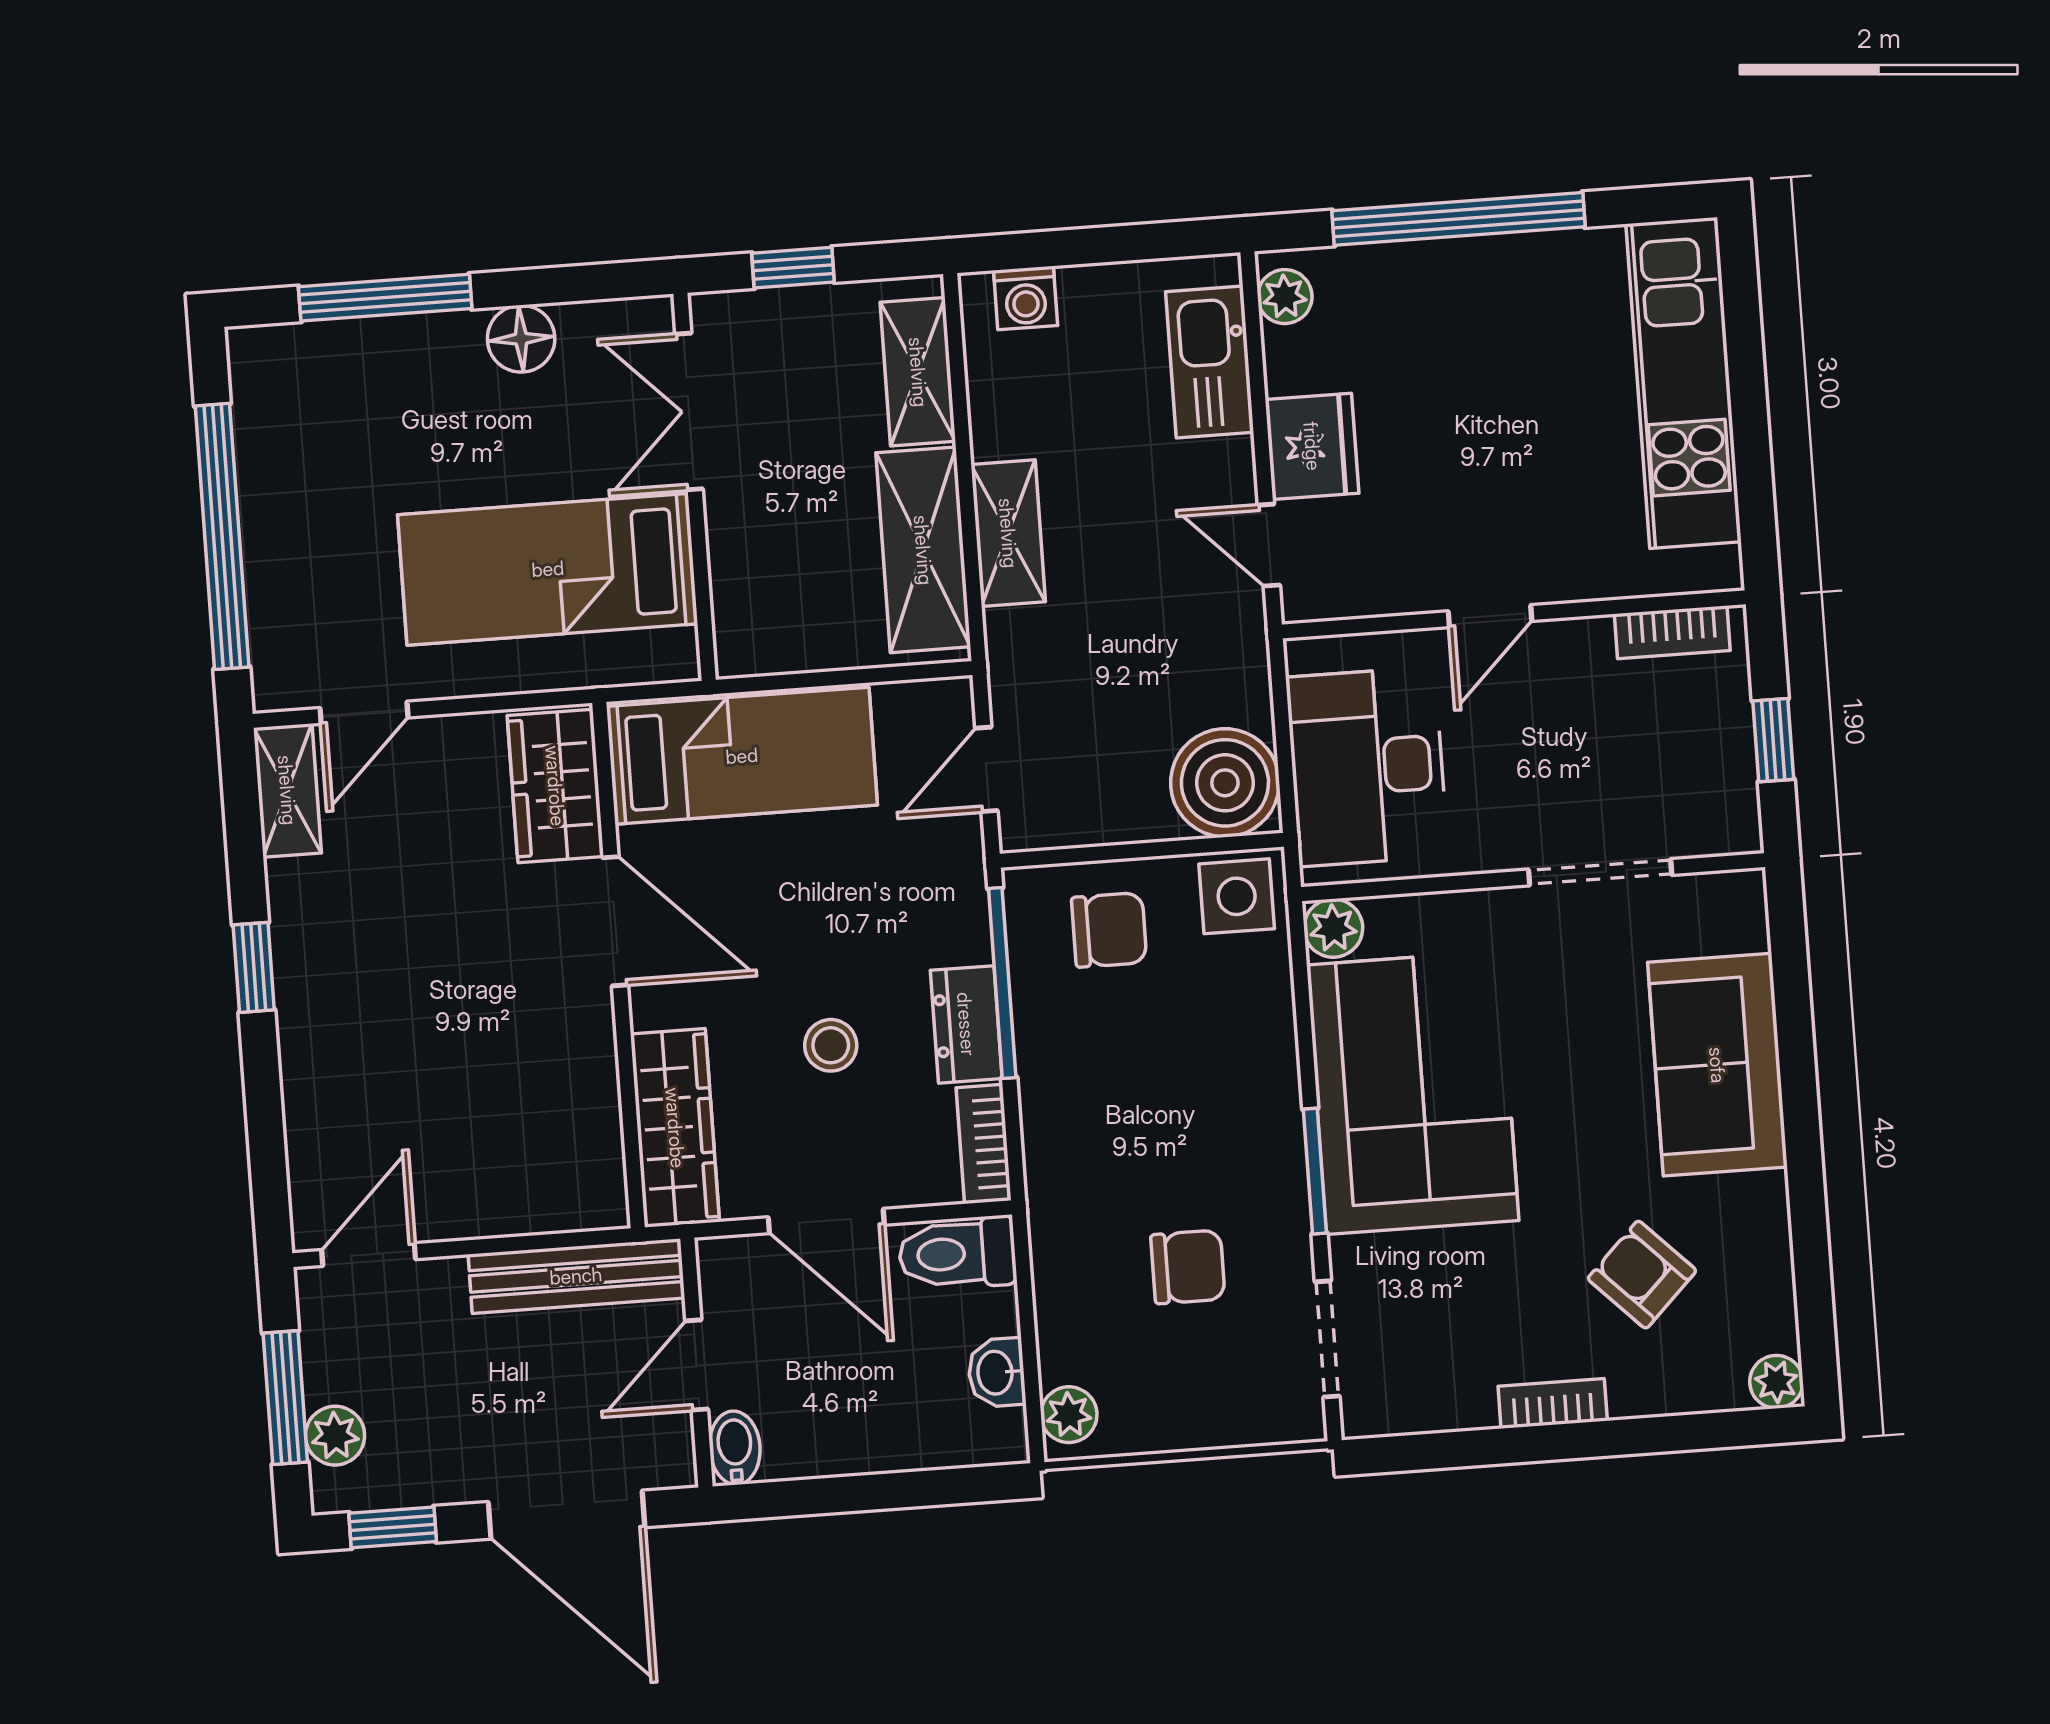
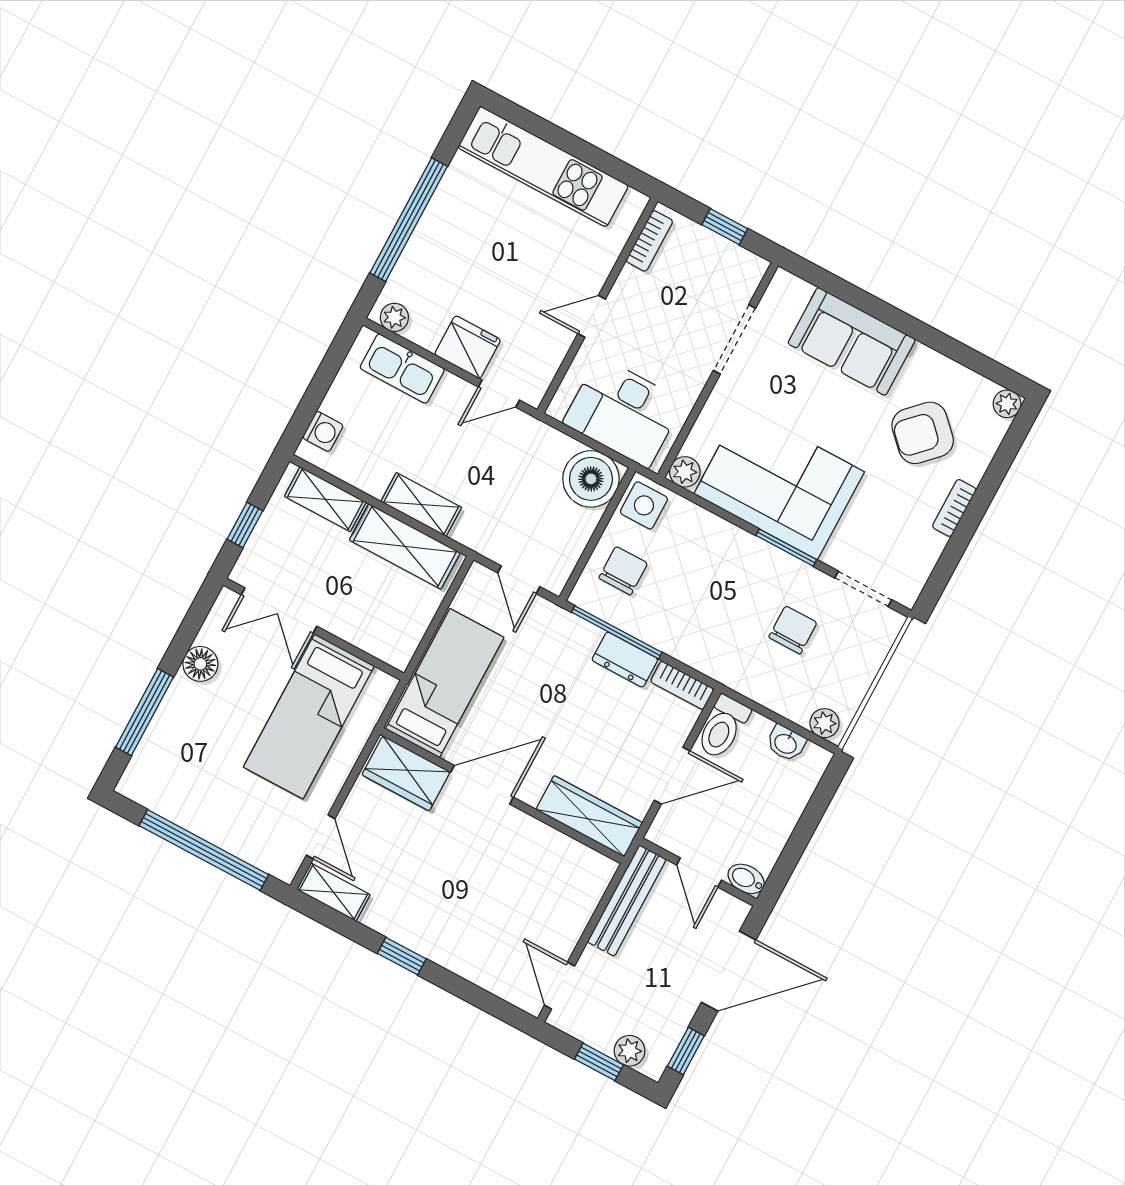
door: (1490, 616) -> (592, 316), swing flipped
stool: (831, 1045) -> (596, 725), removed
armchair: (1642, 1275) -> (923, 433), width x1.38, depth x1.38
window: (285, 1398) -> (599, 1062), width x0.67

